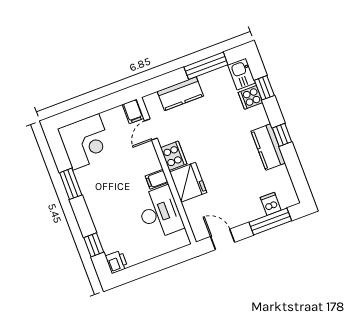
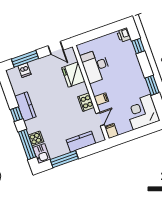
window: (264, 88) -> (27, 144), width x2.17
filing cabinet: (157, 179) -> (101, 99), moved
fridge: (188, 182) -> (73, 75), moved

